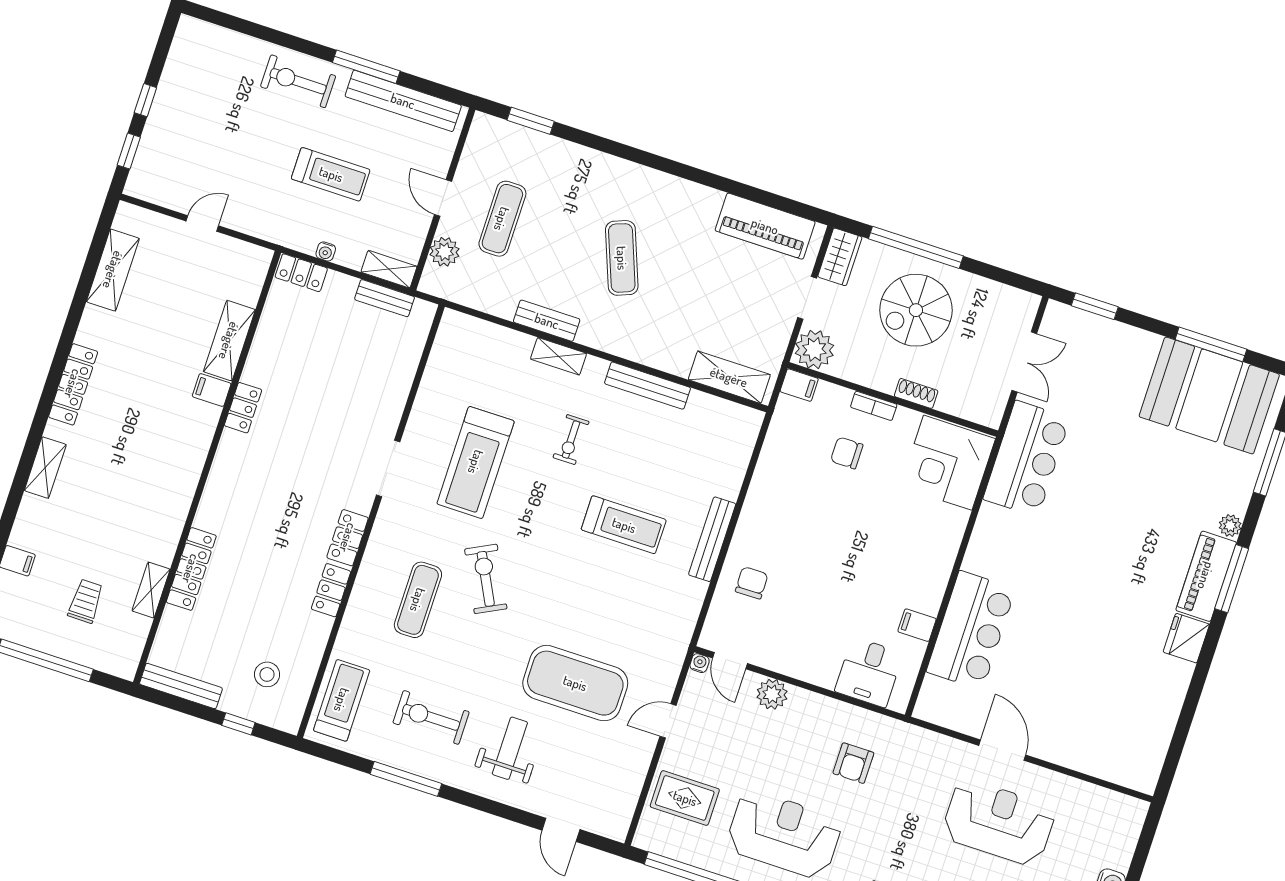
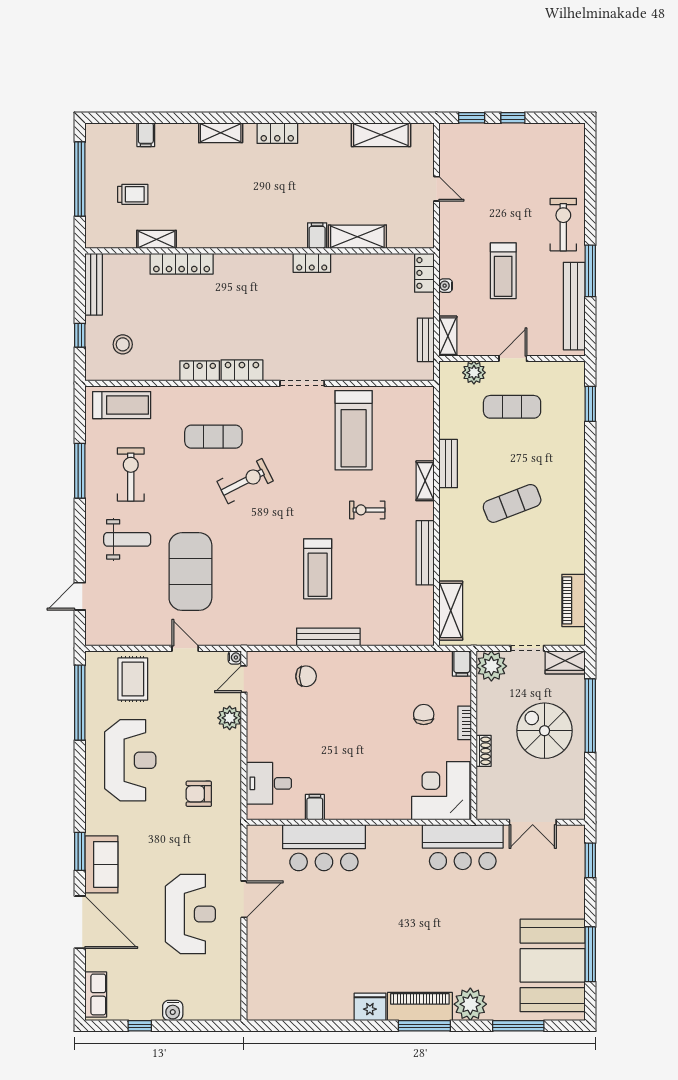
piano: (765, 226) -> (573, 600), width x0.73, depth x0.75
locker: (73, 384) -> (277, 133), width x0.66
treadmill: (476, 462) -> (354, 430), moved, turned -90
plant: (1230, 526) -> (470, 1004), width x1.87, depth x1.87

